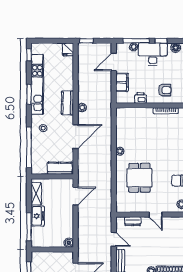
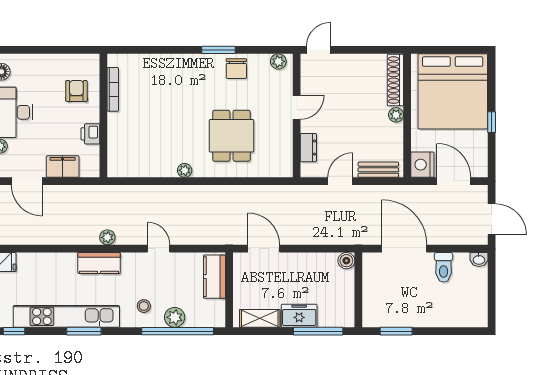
door: (76, 137) -> (159, 249), width x0.53
plant: (37, 146) -> (175, 317), added
dining table: (139, 178) -> (231, 136), turned 90

